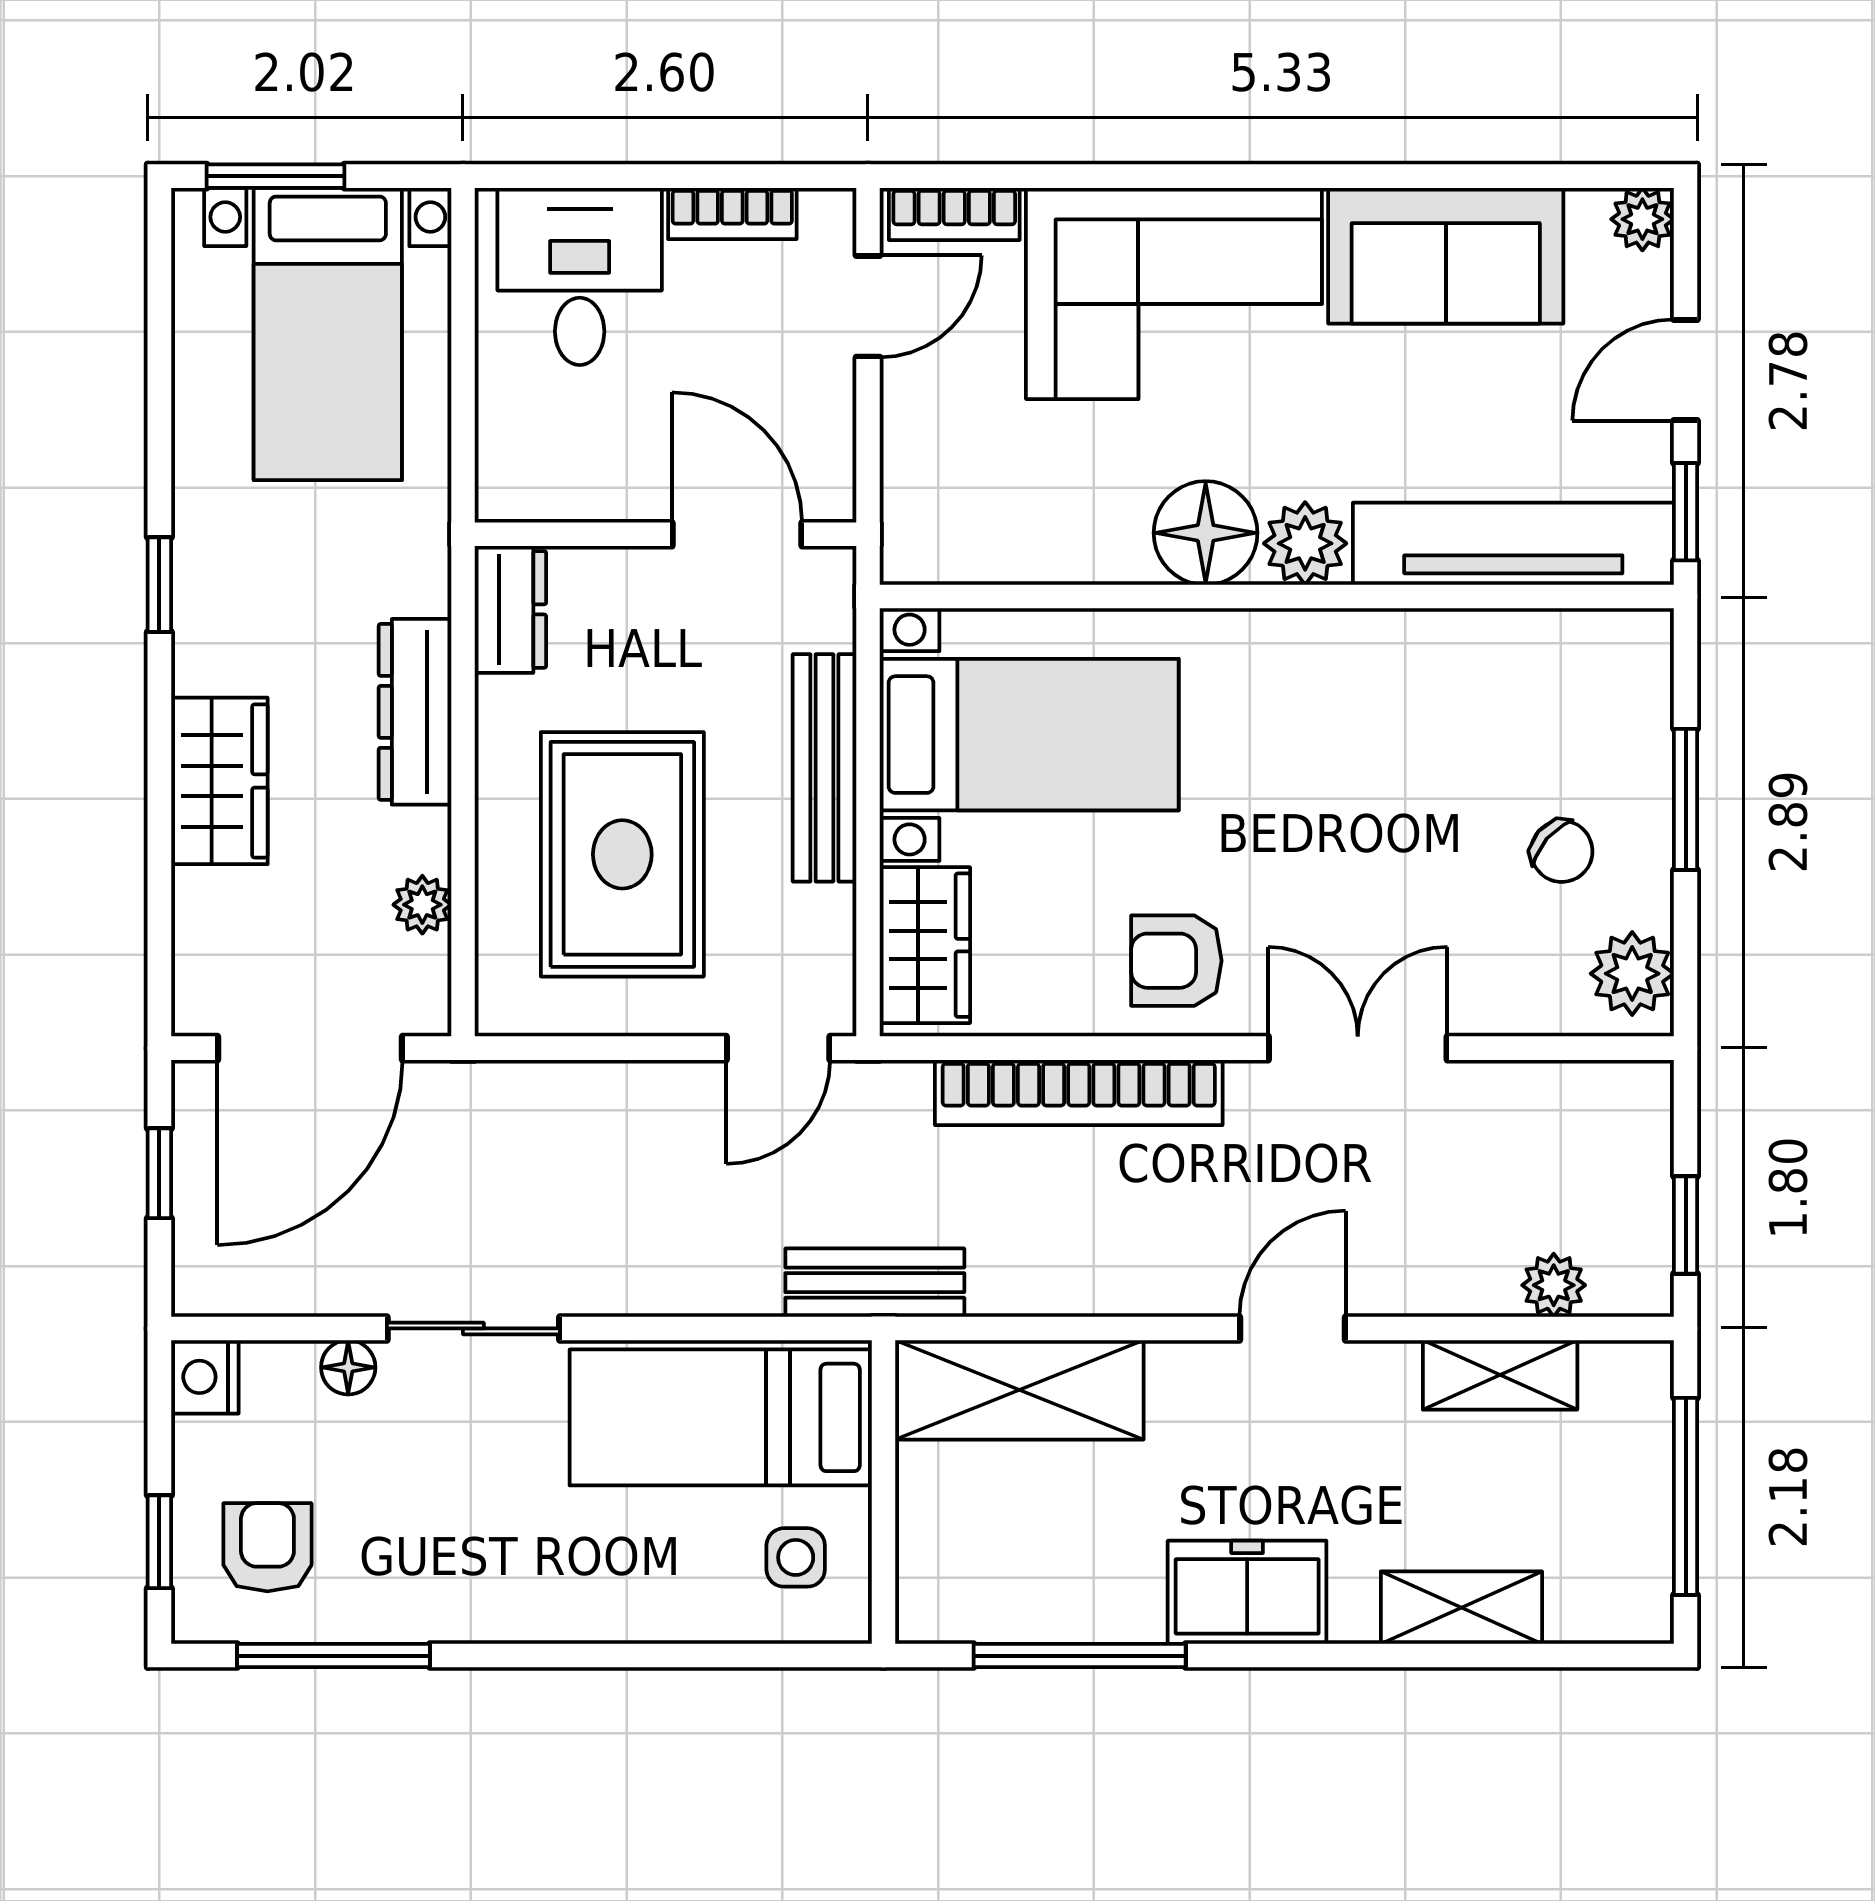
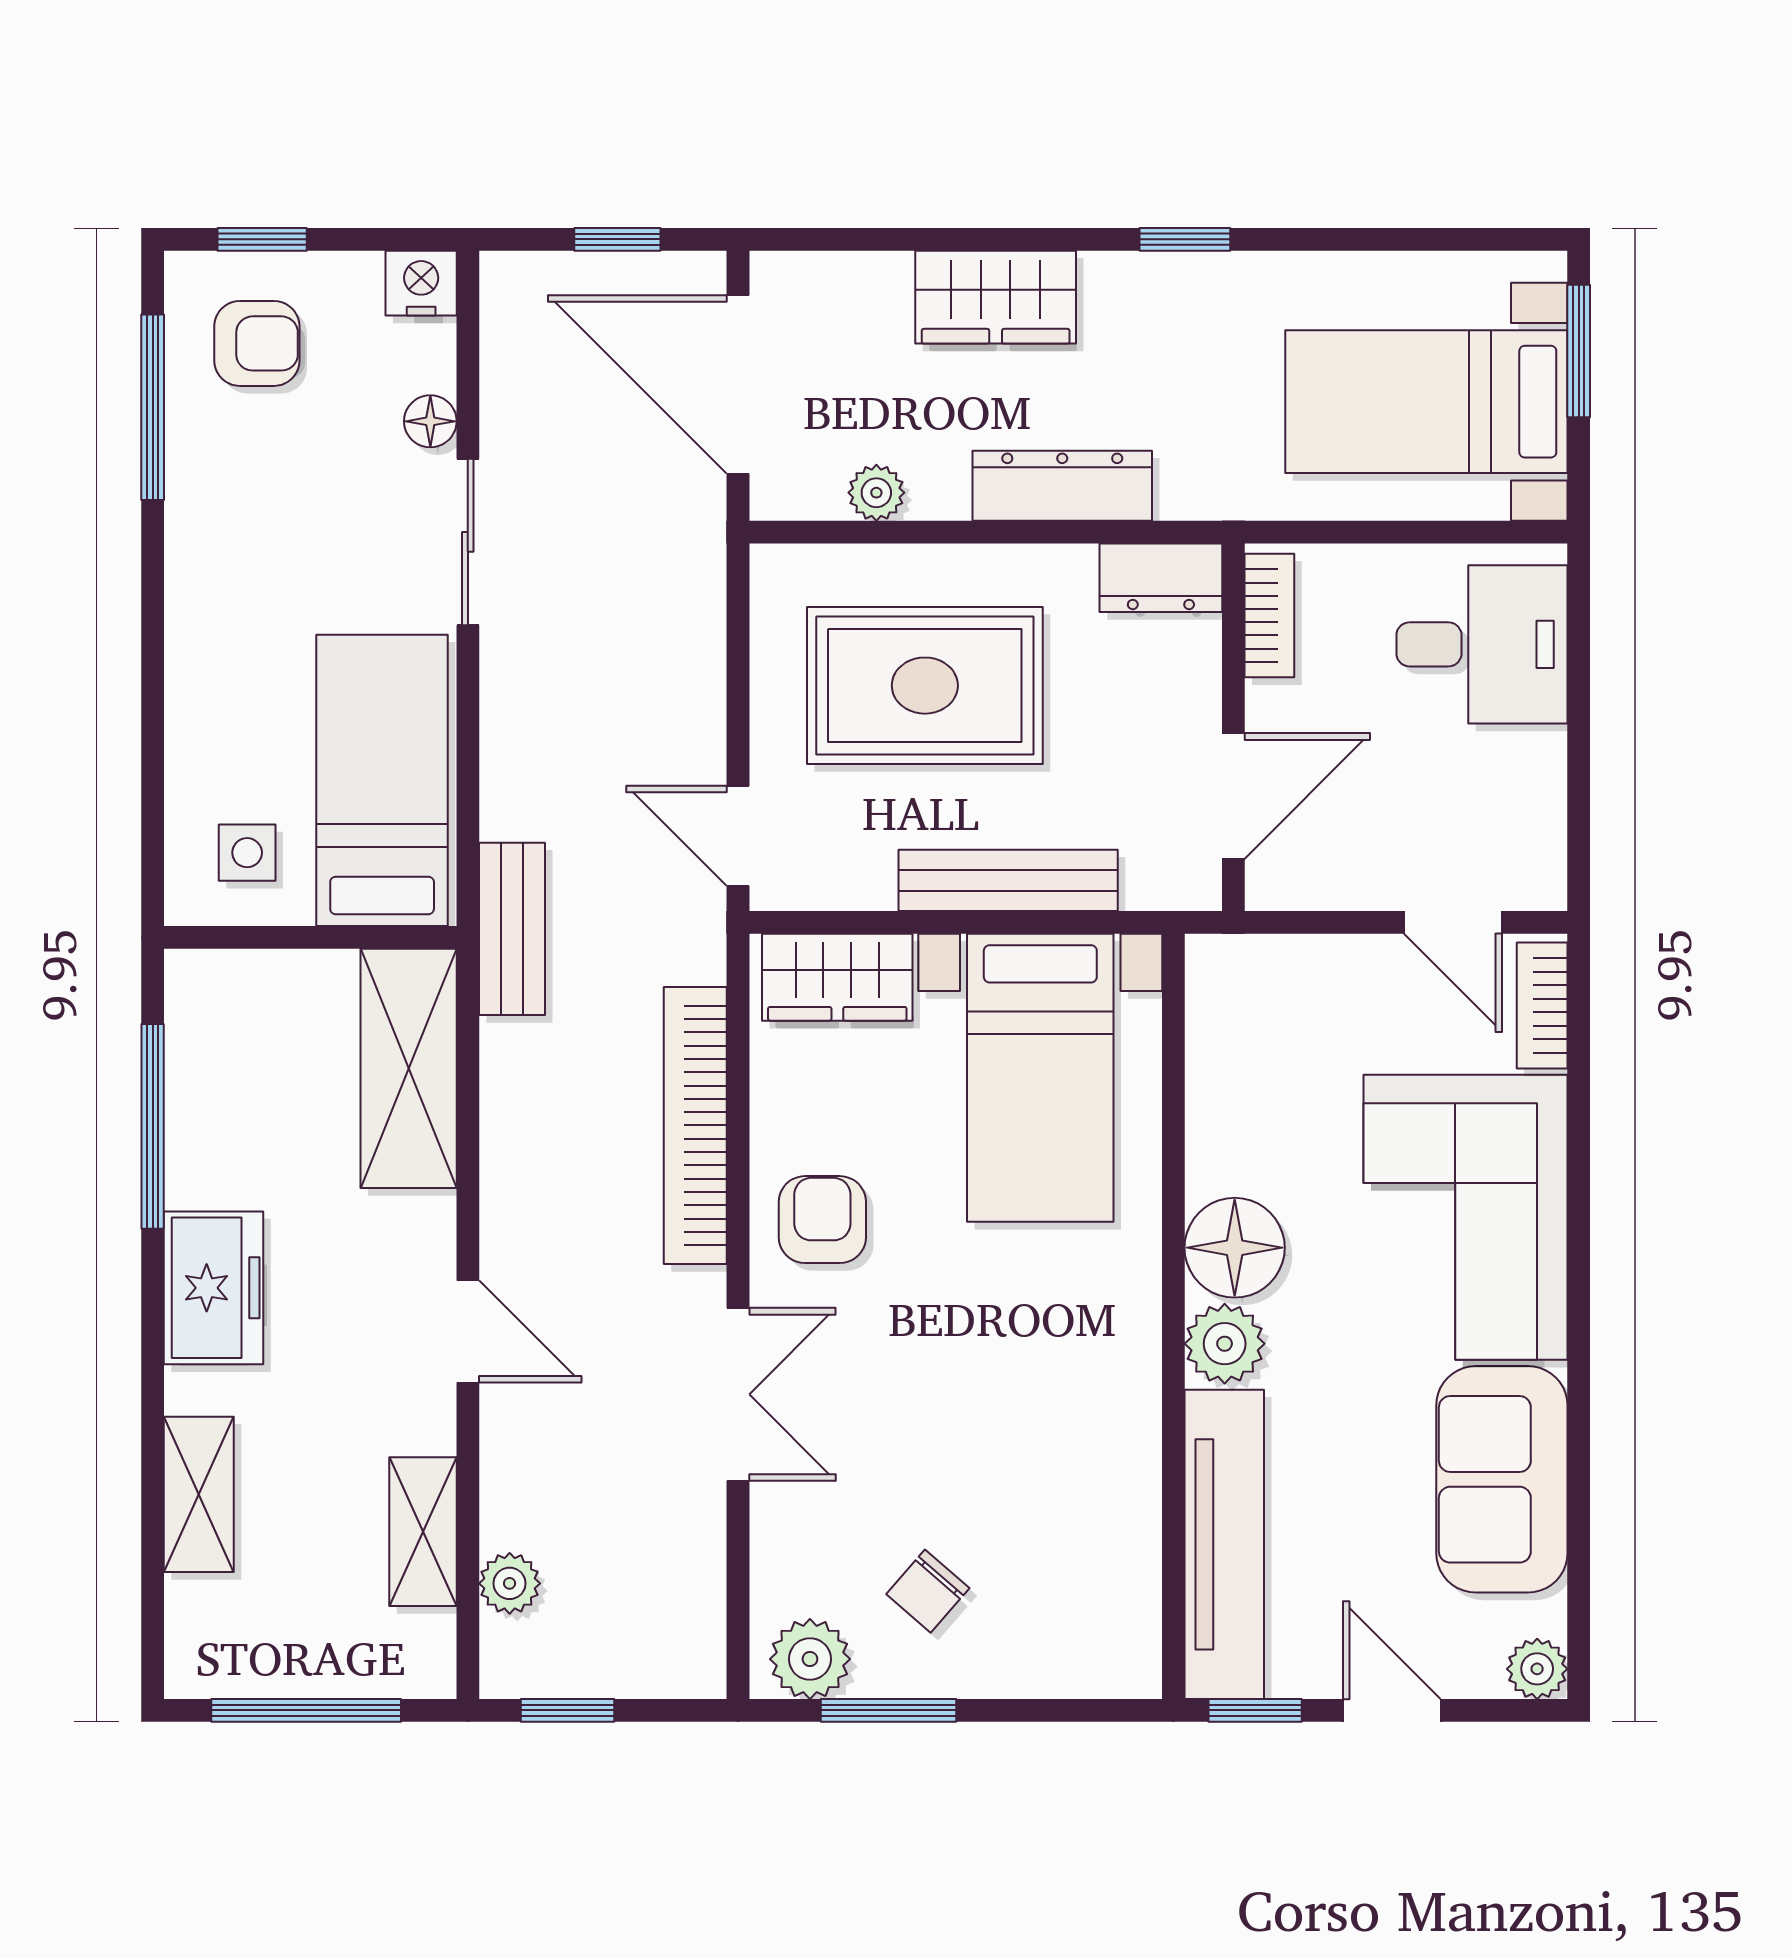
bookcase: (732, 213) -> (1269, 616), moved, turned 180
window: (1686, 799) -> (888, 1710), moved

